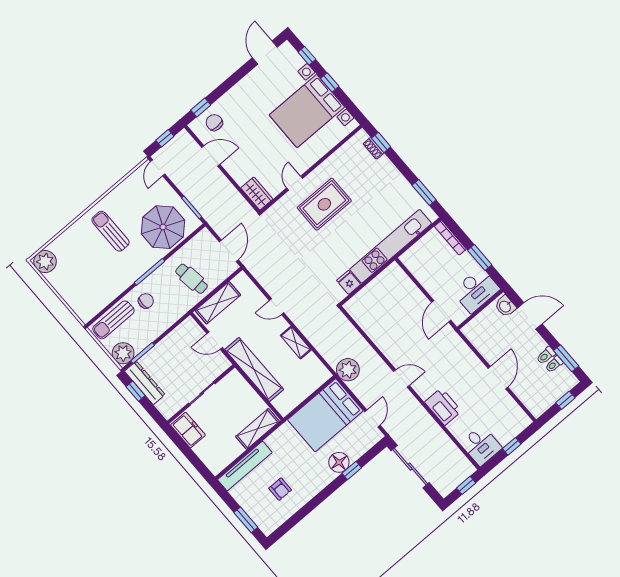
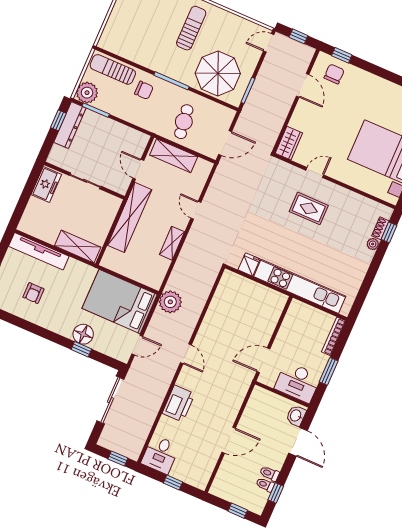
plant: (384, 162) -> (373, 244), added
window: (424, 193) -> (363, 293), removed
rug: (324, 204) -> (309, 208), width x0.73, depth x0.70
window: (566, 358) -> (276, 493), width x0.67

